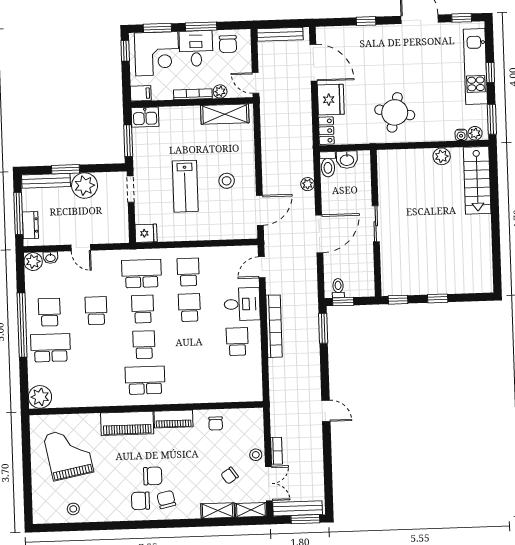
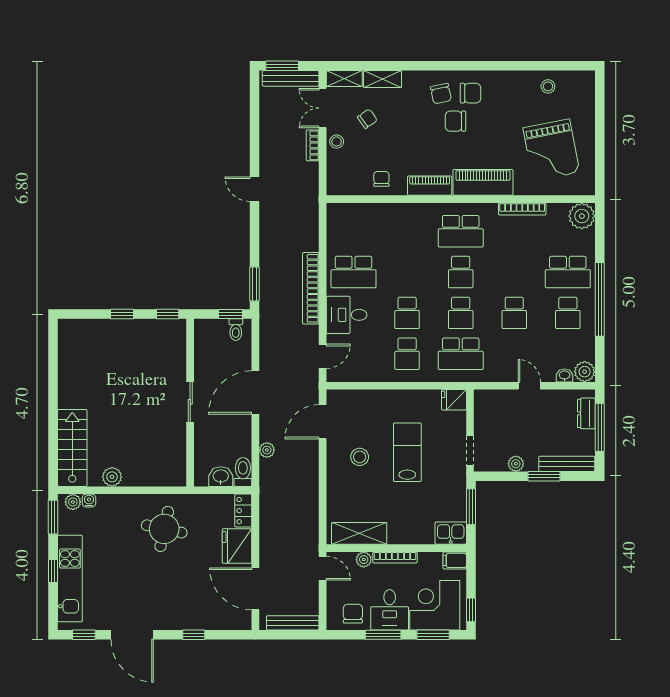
plant: (85, 186) -> (516, 464), width x0.53, depth x0.53
school desk: (237, 342) -> (354, 272), width x1.85
bookcase: (92, 401) -> (522, 209), added

